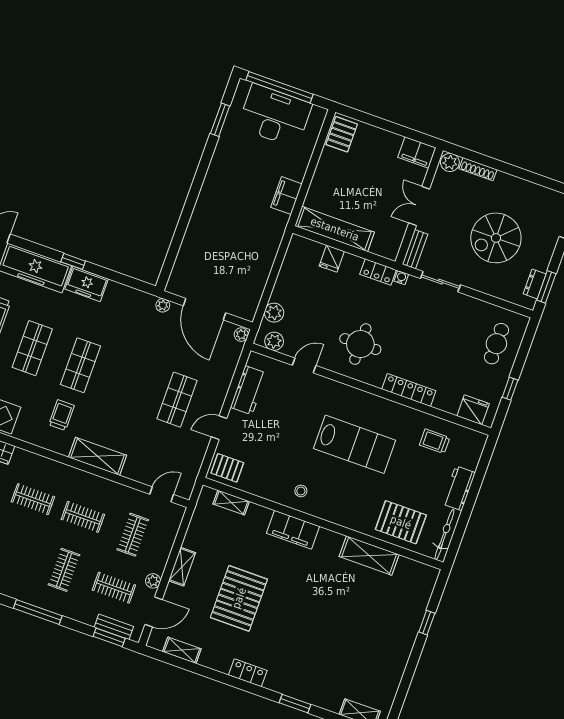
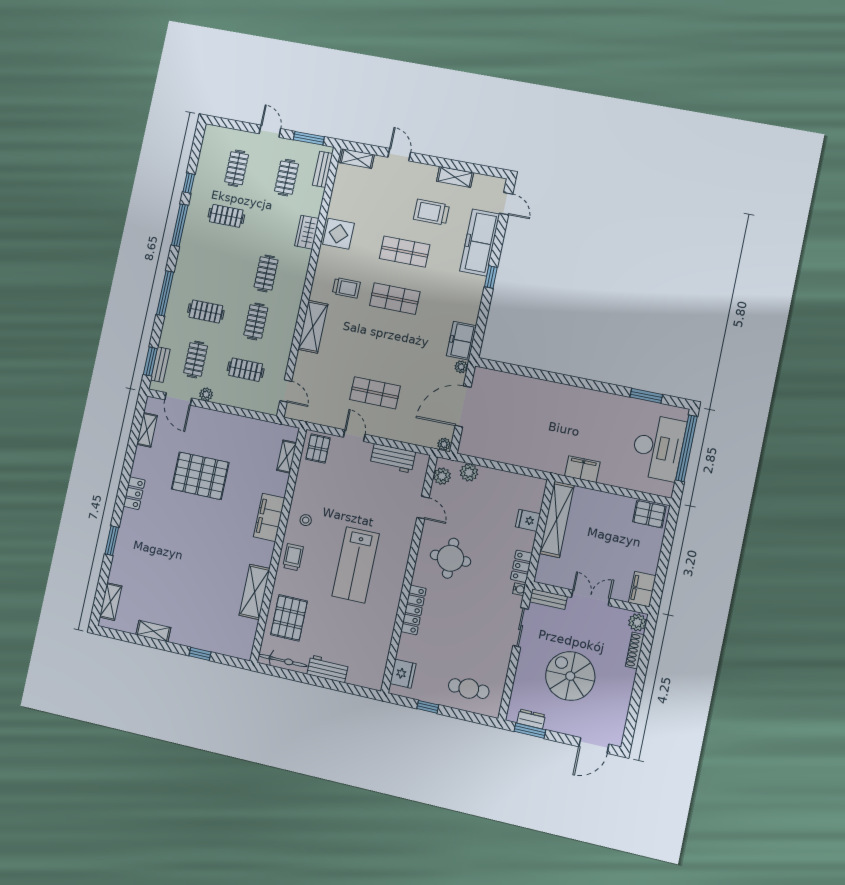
freezer: (87, 284) -> (461, 341), moved
trolley: (435, 441) -> (293, 557), moved
shelving: (182, 567) -> (153, 631), moved

